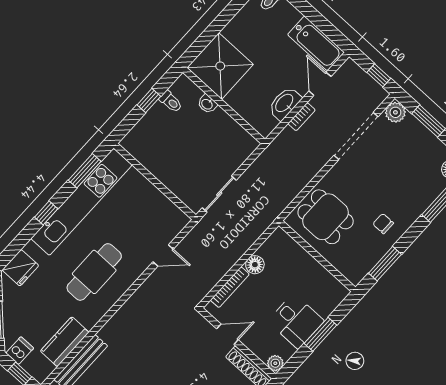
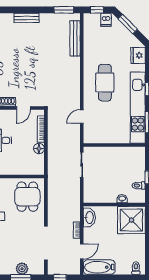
door: (320, 84) -> (82, 251), hinge flipped
washbasin: (285, 103) -> (89, 217), moved
plant: (395, 112) -> (22, 269), moved
dining table: (326, 217) -> (27, 197), turned 90
kitchen counter: (65, 342) -> (90, 41), removed

